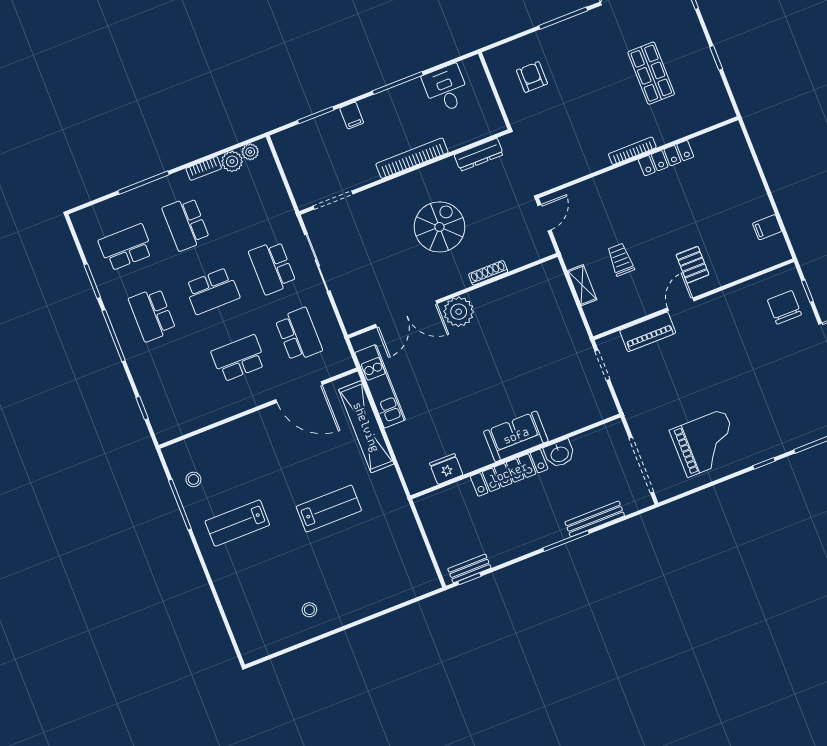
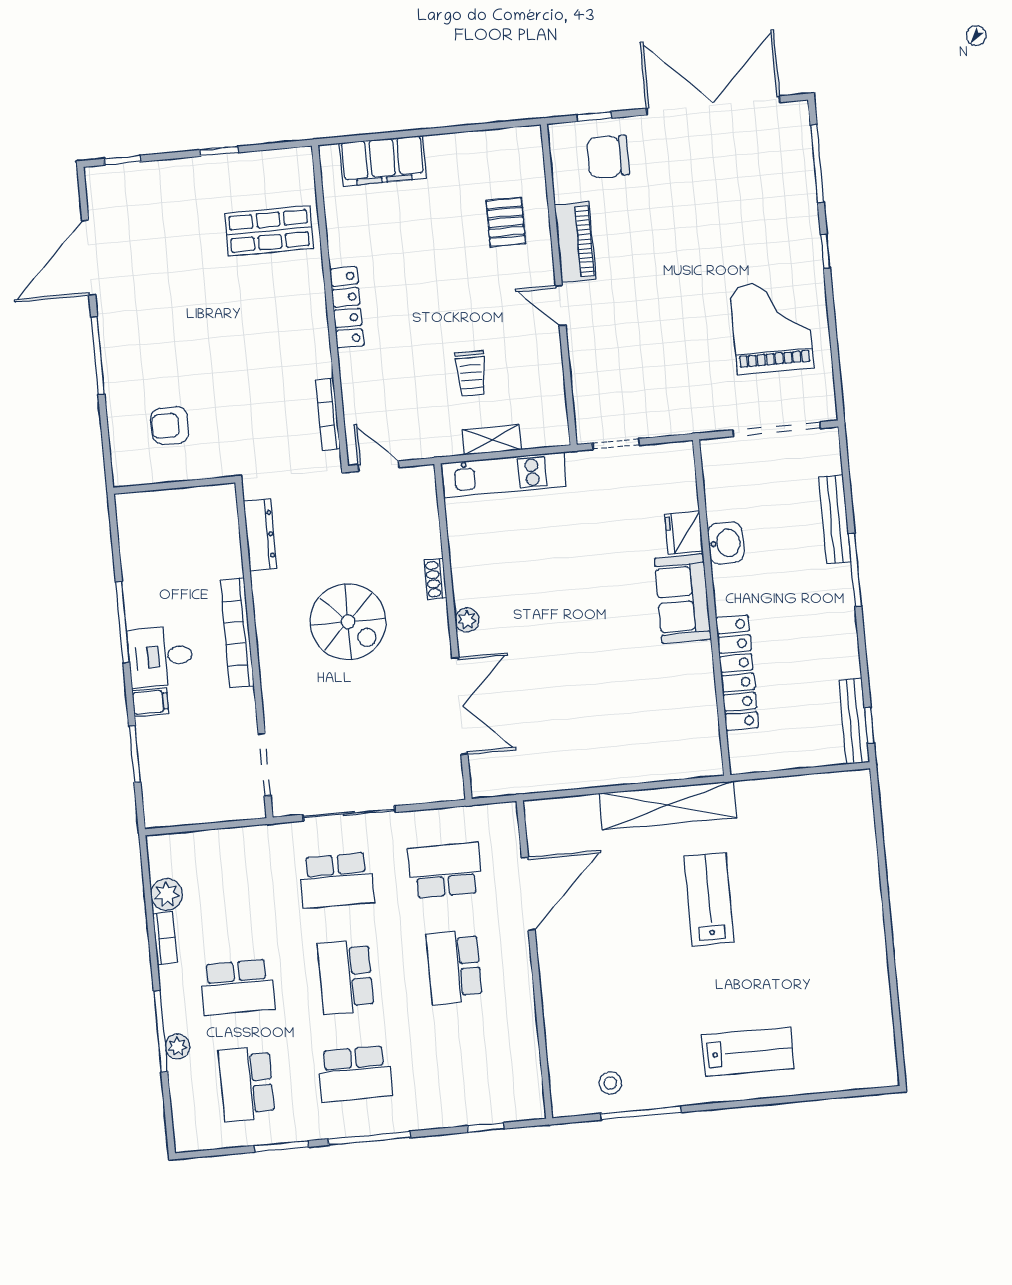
shop shelf: (651, 73) -> (269, 231), moved
desk: (446, 89) -> (160, 657), moved
bookcase: (632, 151) -> (328, 414), moved
plant: (250, 152) -> (177, 1047), moved
locker: (666, 158) -> (347, 307), moved
spiral stairs: (439, 227) -> (348, 622), turned 180
filing cabinet: (767, 227) -> (383, 161), moved, width x3.00, depth x1.17
trolley: (621, 260) -> (471, 373), turned -90
pallet: (692, 265) -> (506, 222), moved, turned 90
shoe rack: (488, 273) -> (435, 579), width x0.70
school desk: (212, 291) -> (346, 977), turned 180
plant: (459, 312) -> (467, 620), width x0.53, depth x0.53
piano: (648, 332) -> (575, 242), moved
kitchen unit: (380, 386) -> (504, 475), moved, turned 180
shelving: (366, 427) -> (668, 805), moved
fridge: (446, 469) -> (684, 533), moved
locker: (509, 473) -> (737, 673), moved
lab bench: (237, 523) -> (748, 1052), moved, turned -90
bench: (469, 568) -> (854, 721), width x1.36
stool: (309, 610) -> (847, 970), removed

